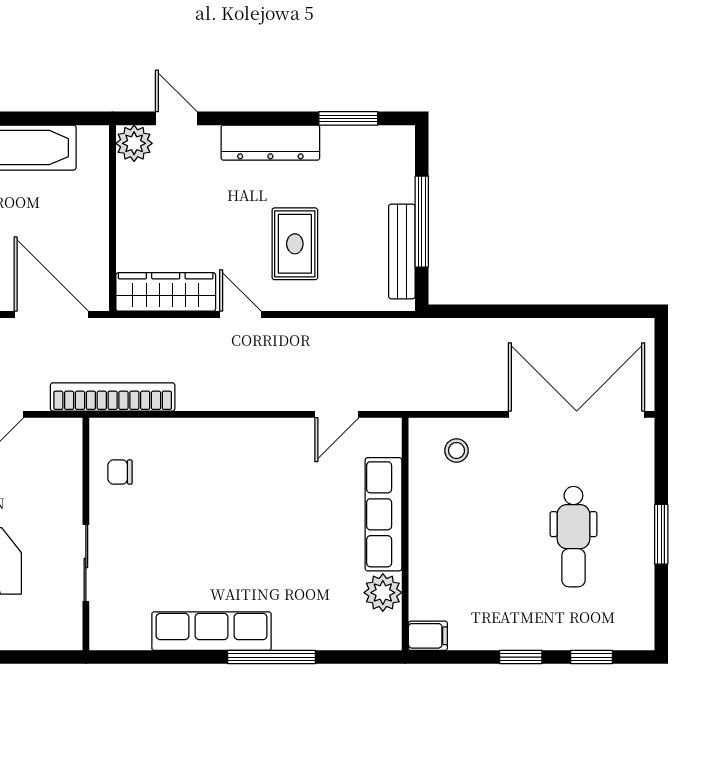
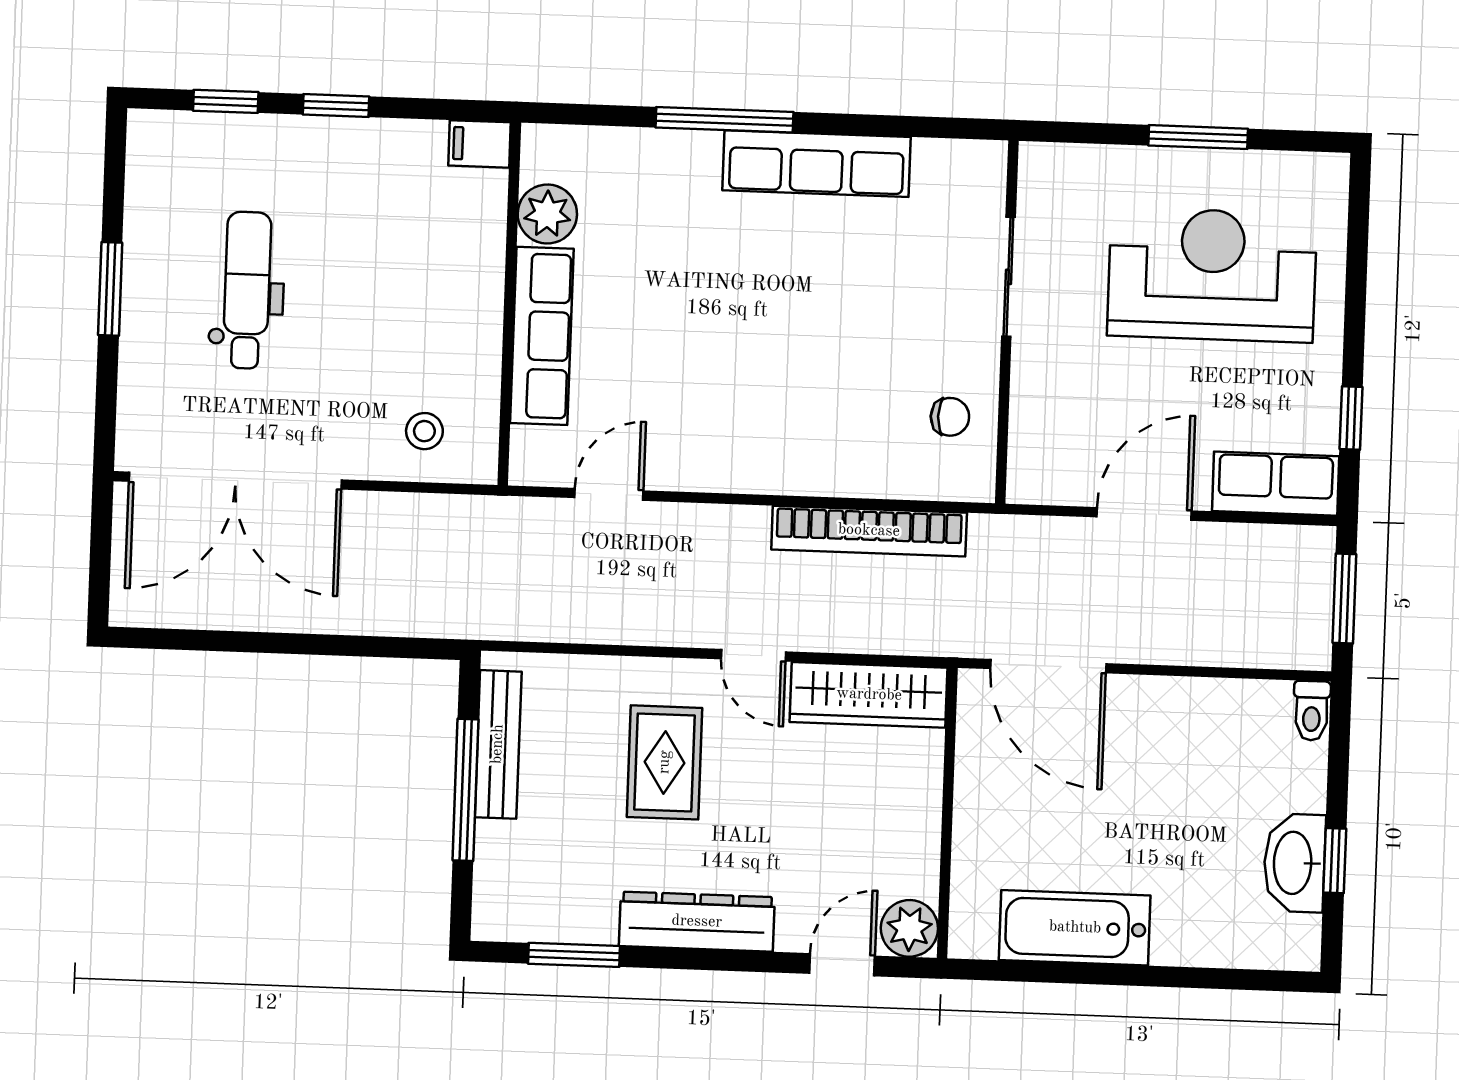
door: (176, 118) -> (842, 965), swing flipped
bookcase: (113, 397) -> (869, 531), moved

